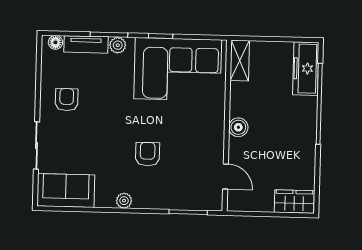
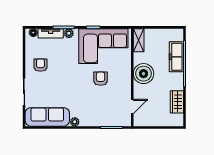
freezer: (306, 69) -> (176, 57), moved
boiler: (238, 127) -> (143, 74), width x1.86, depth x1.86
armchair: (148, 154) -> (101, 79), moved
door: (225, 176) -> (132, 107), hinge flipped
sofa: (66, 191) -> (47, 117), width x1.36
wardrobe: (294, 202) -> (177, 102), moved, turned -90

